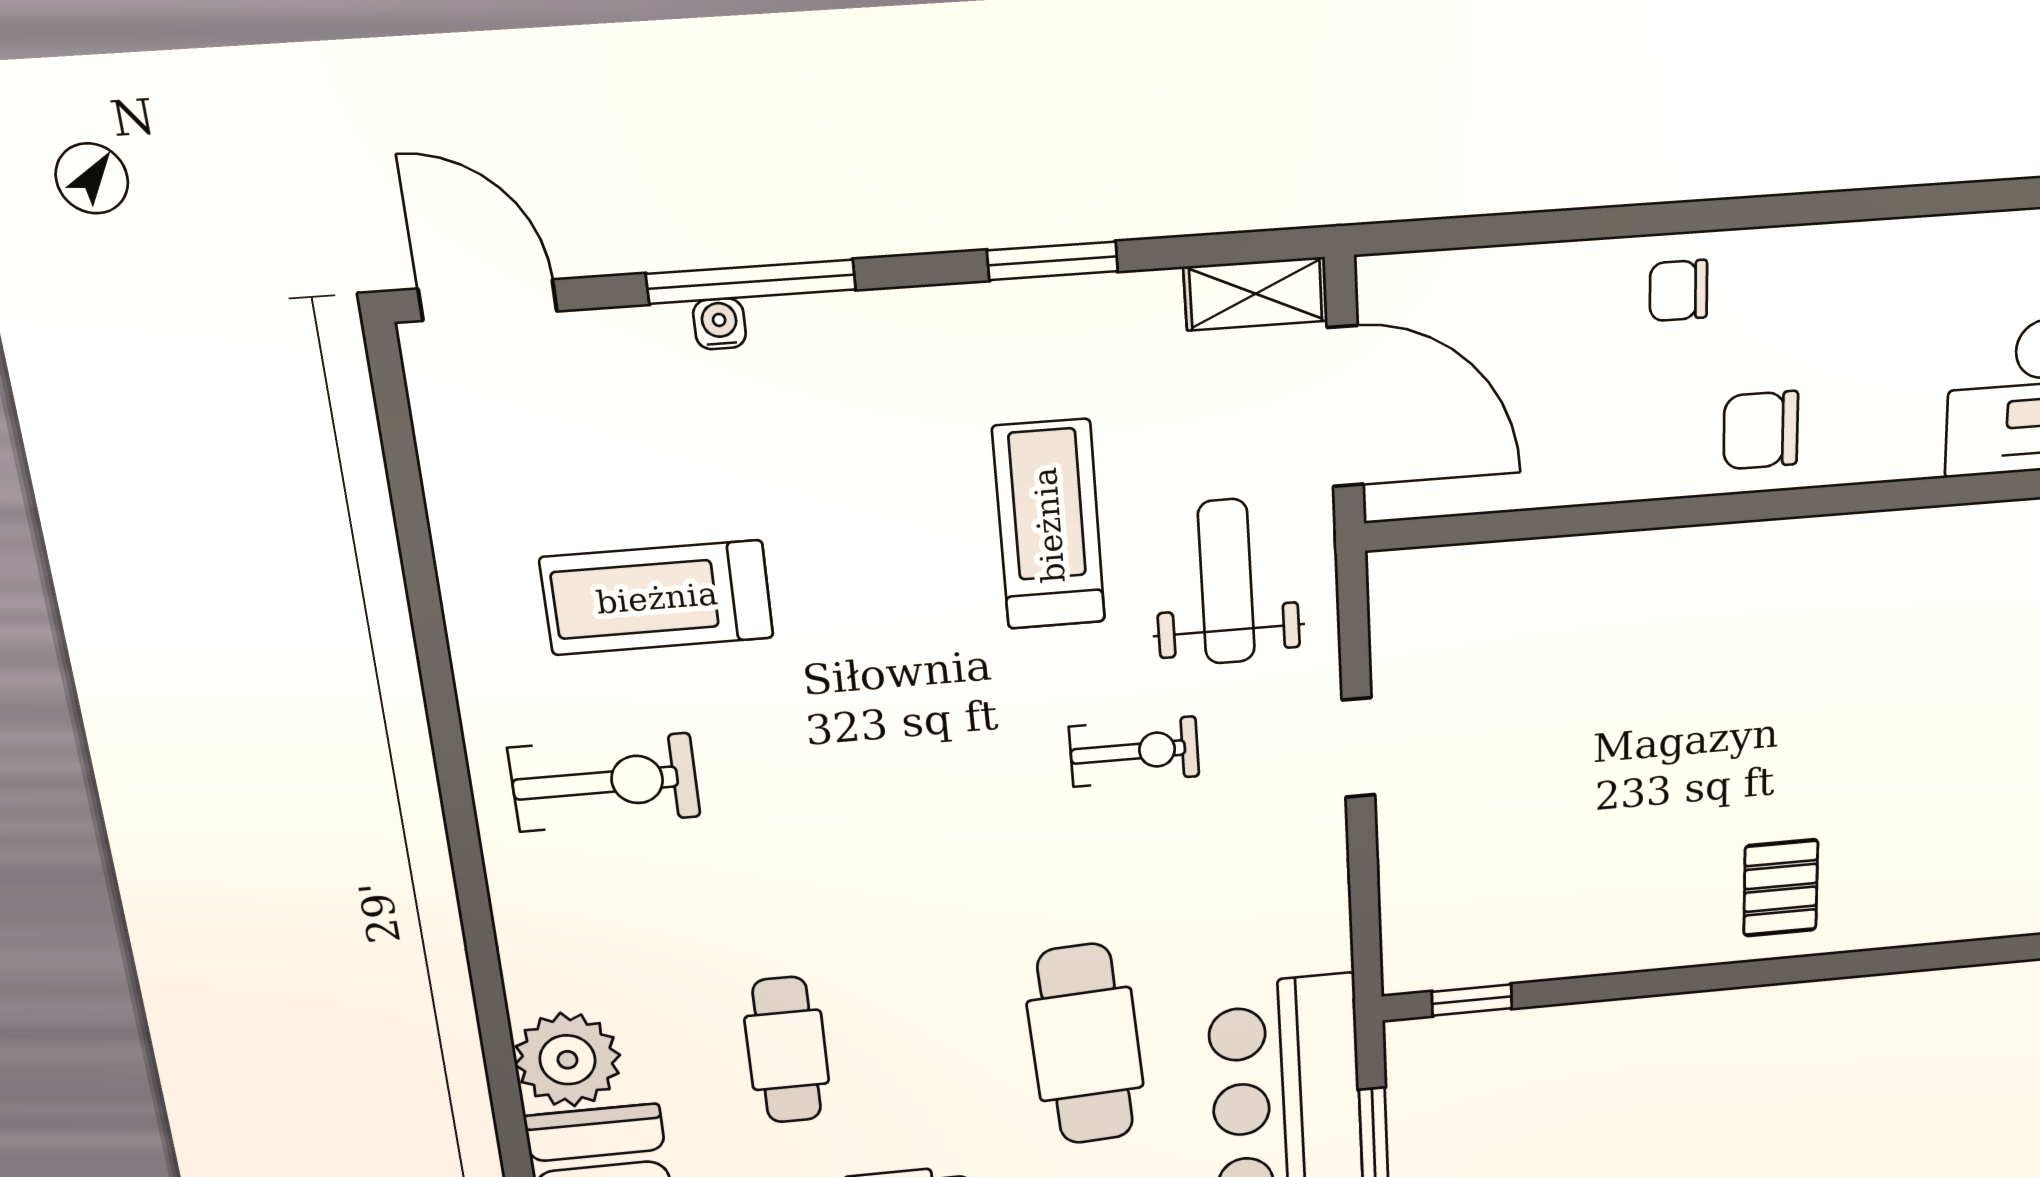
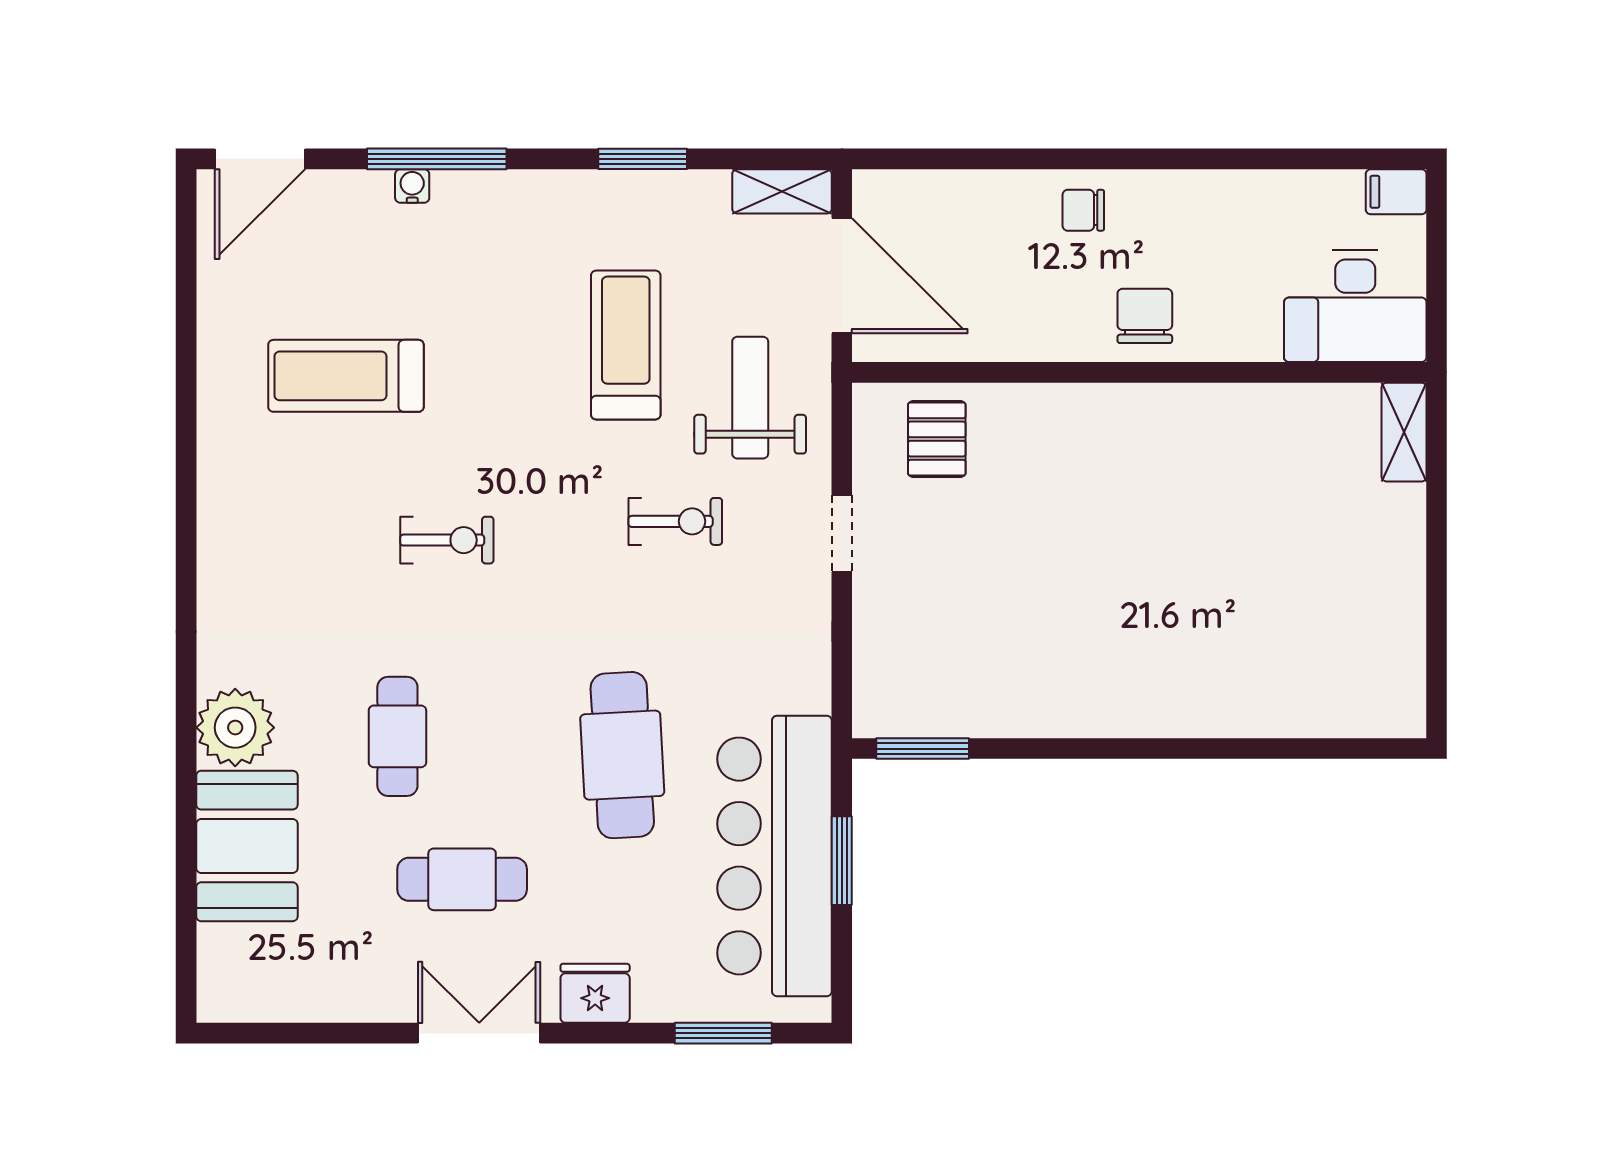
door: (488, 300) -> (260, 159), swing flipped
chair: (1761, 430) -> (1145, 316), turned 90
exercise bike: (604, 782) -> (447, 540), moved, width x0.73, depth x0.72
pallet: (1781, 888) -> (937, 439), moved
window: (1472, 1000) -> (923, 749), width x1.50

